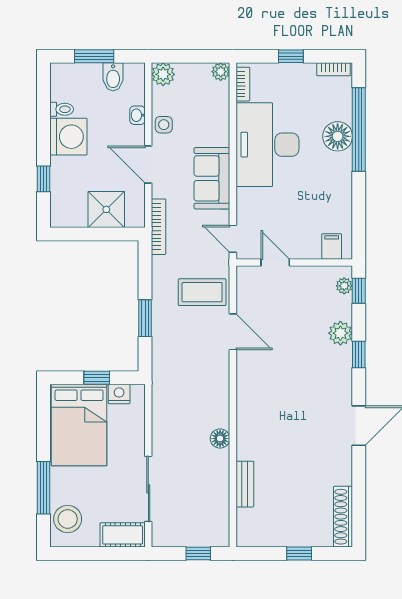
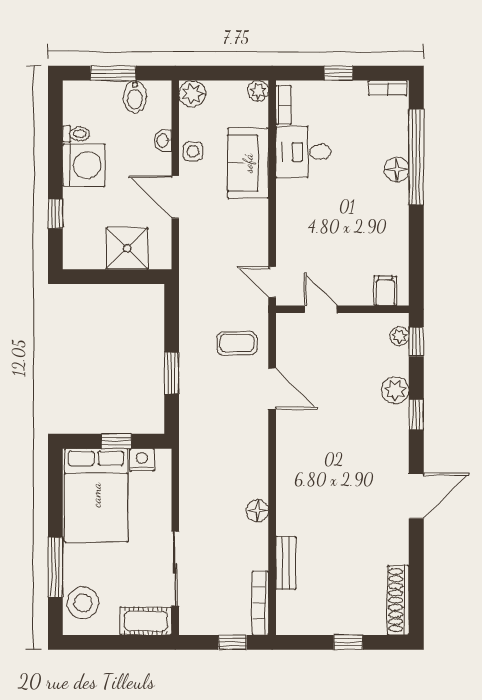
floor lamp: (338, 136) -> (397, 169), width x0.73, depth x0.73
desk: (267, 145) -> (303, 152), width x0.53, depth x0.77
sofa: (212, 178) -> (248, 163), moved
bookcase: (159, 227) -> (260, 603), moved, turned 180
coffee table: (202, 292) -> (237, 343), width x0.73, depth x0.77

